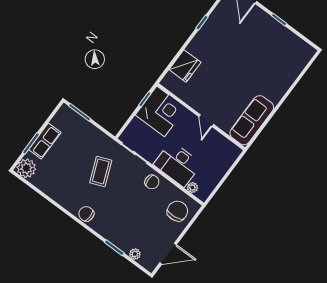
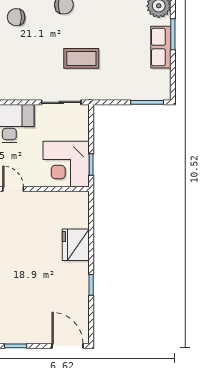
fridge: (185, 66) -> (76, 245), moved
coffee table: (101, 171) -> (81, 58), turned -68
chair: (152, 182) -> (16, 17), moved

